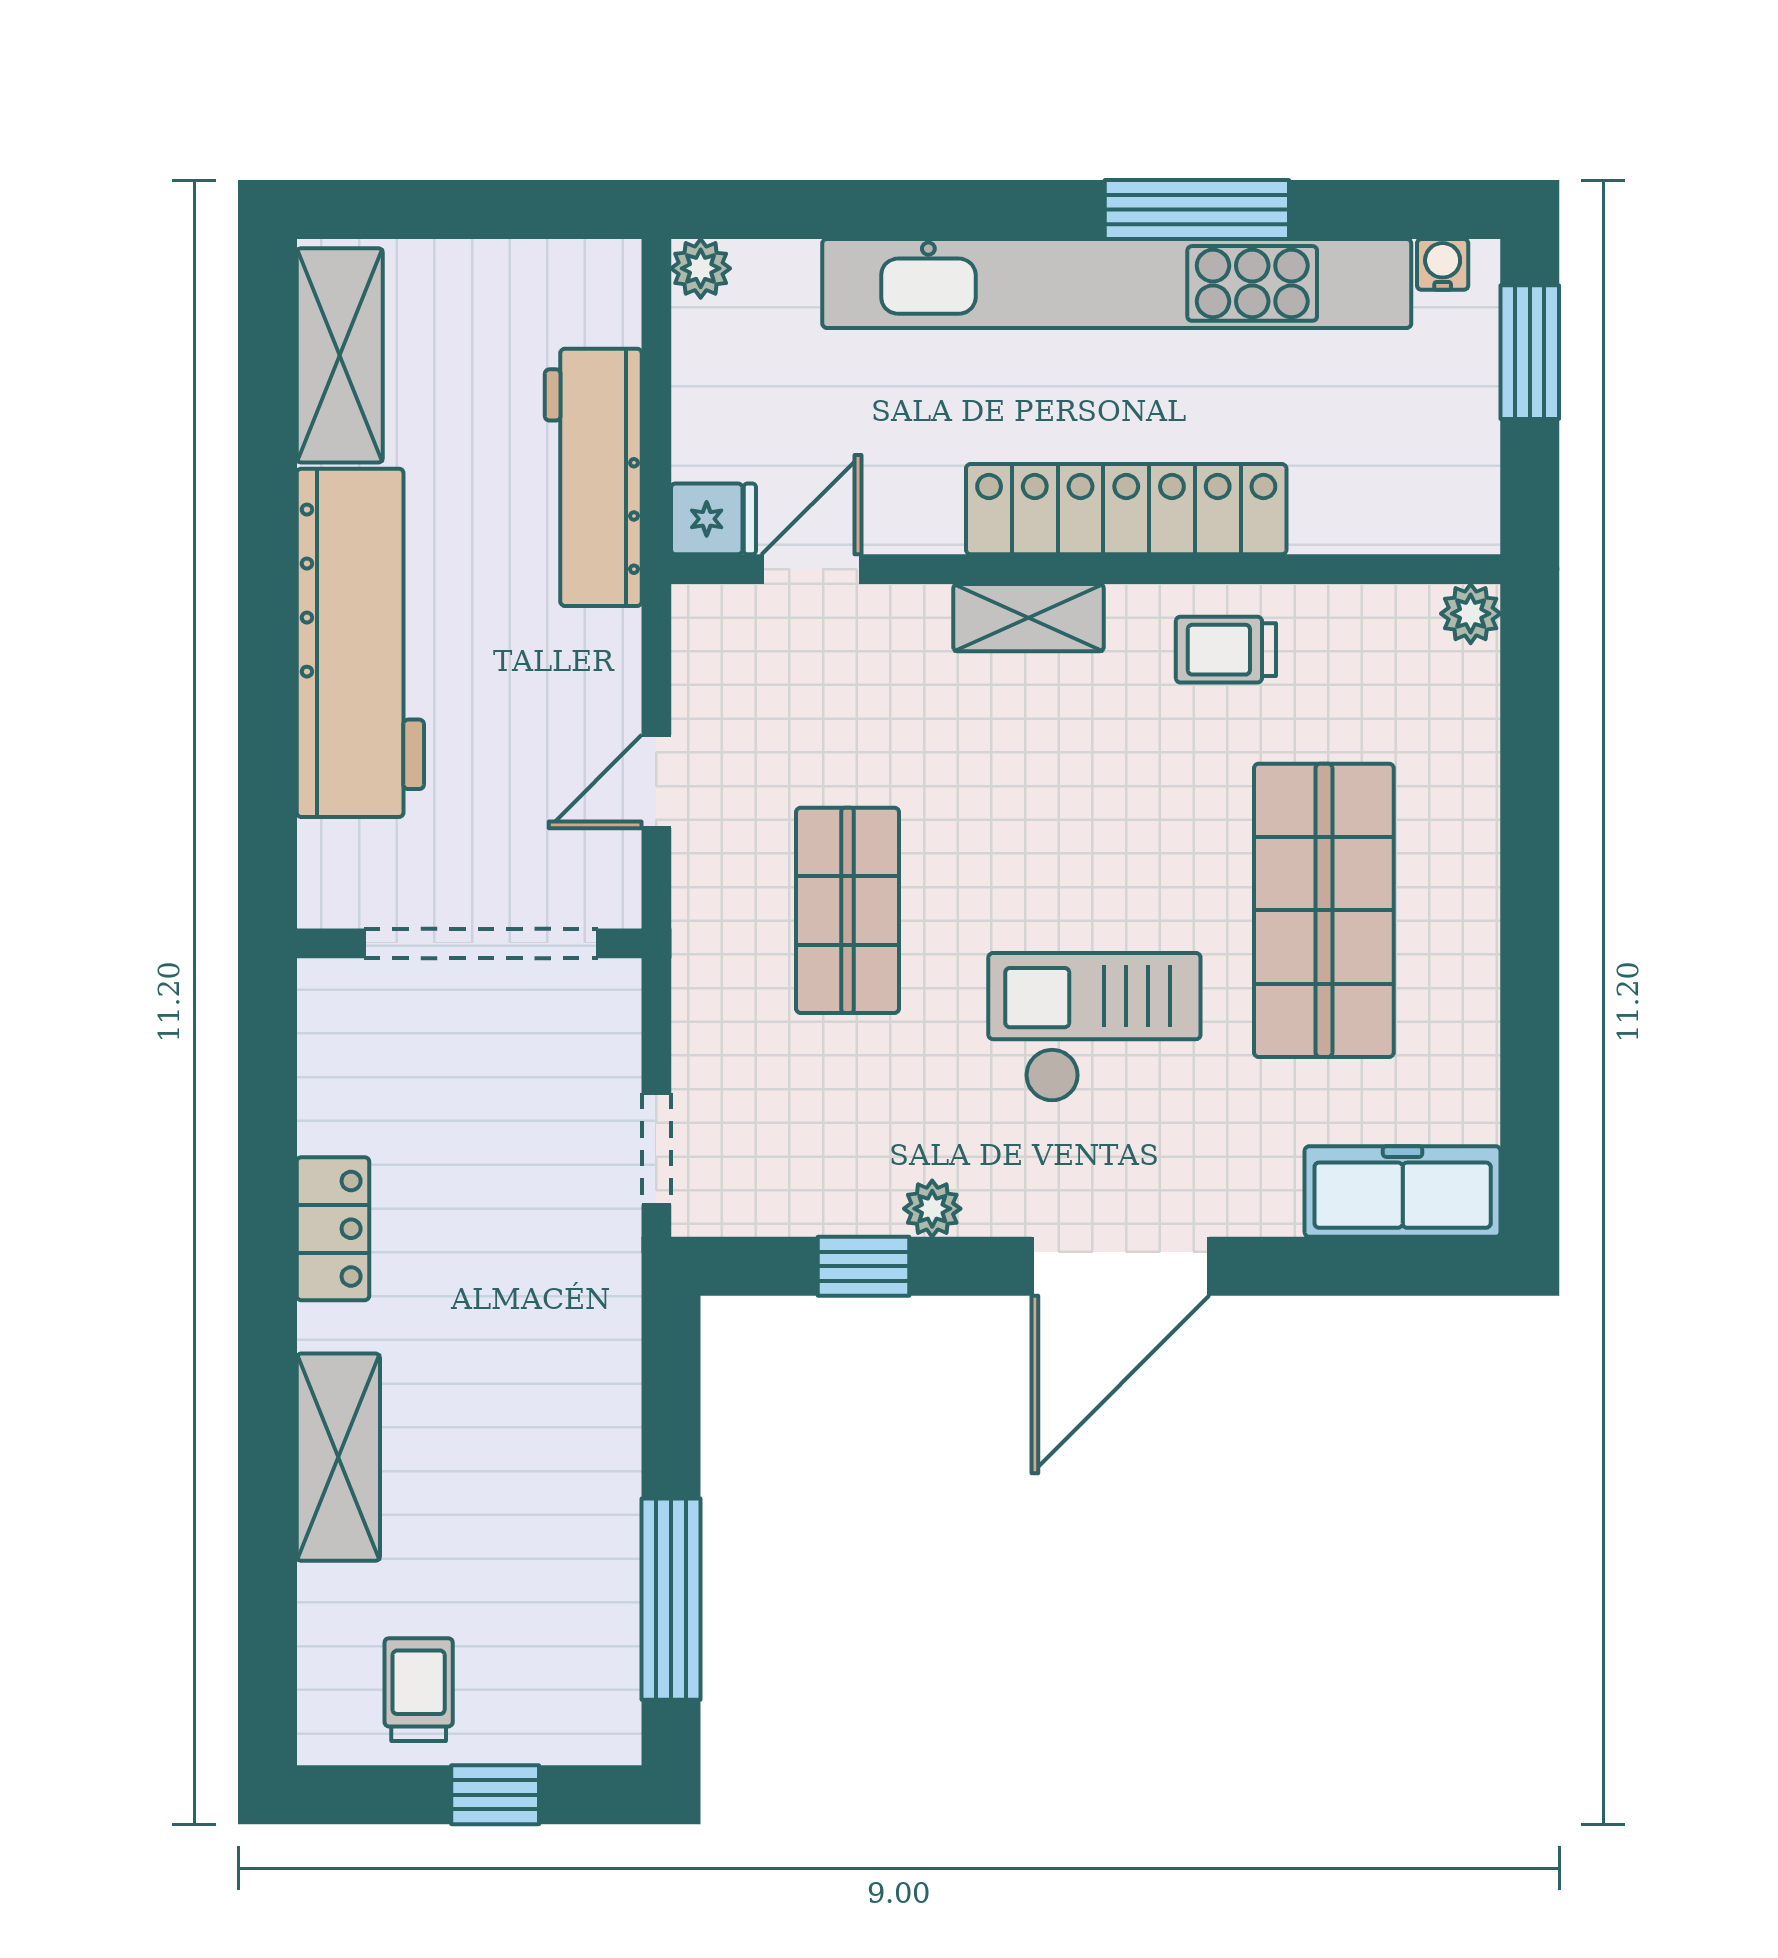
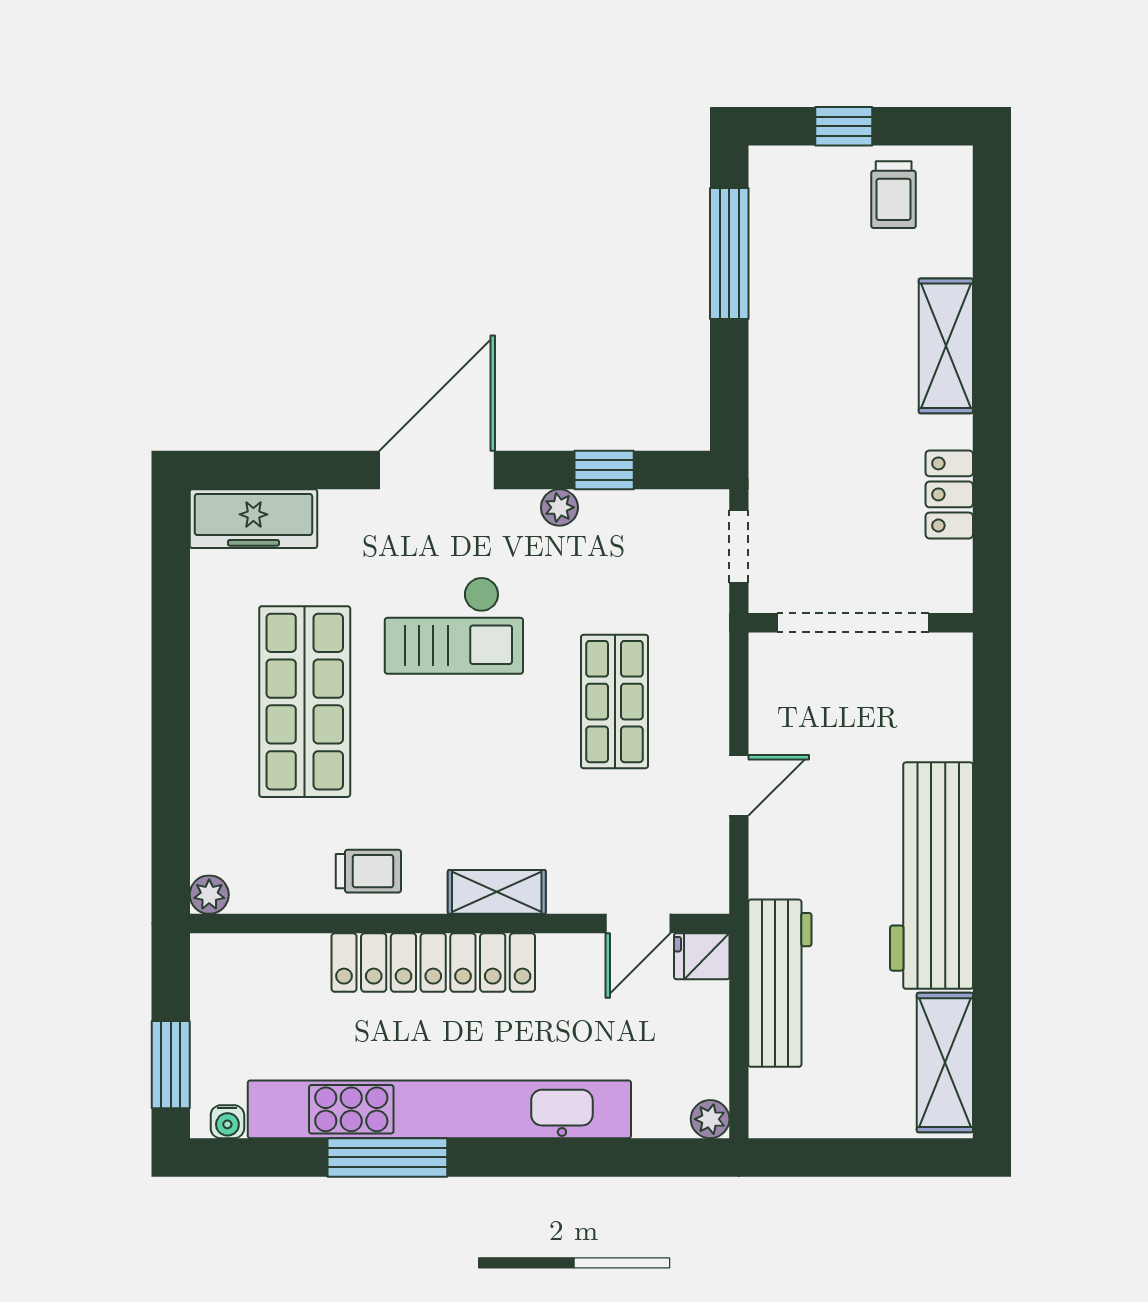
wall: (469, 943) -> (861, 623), moved
doorway: (481, 943) -> (853, 623), moved

